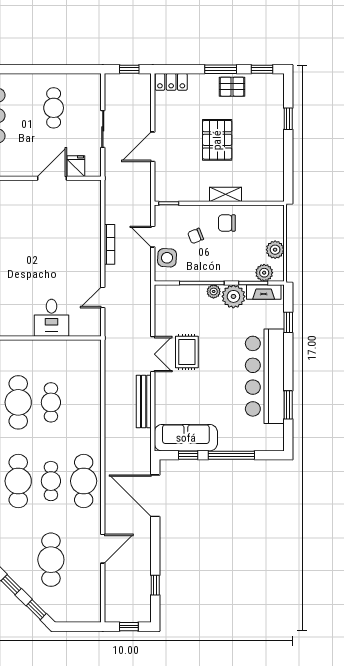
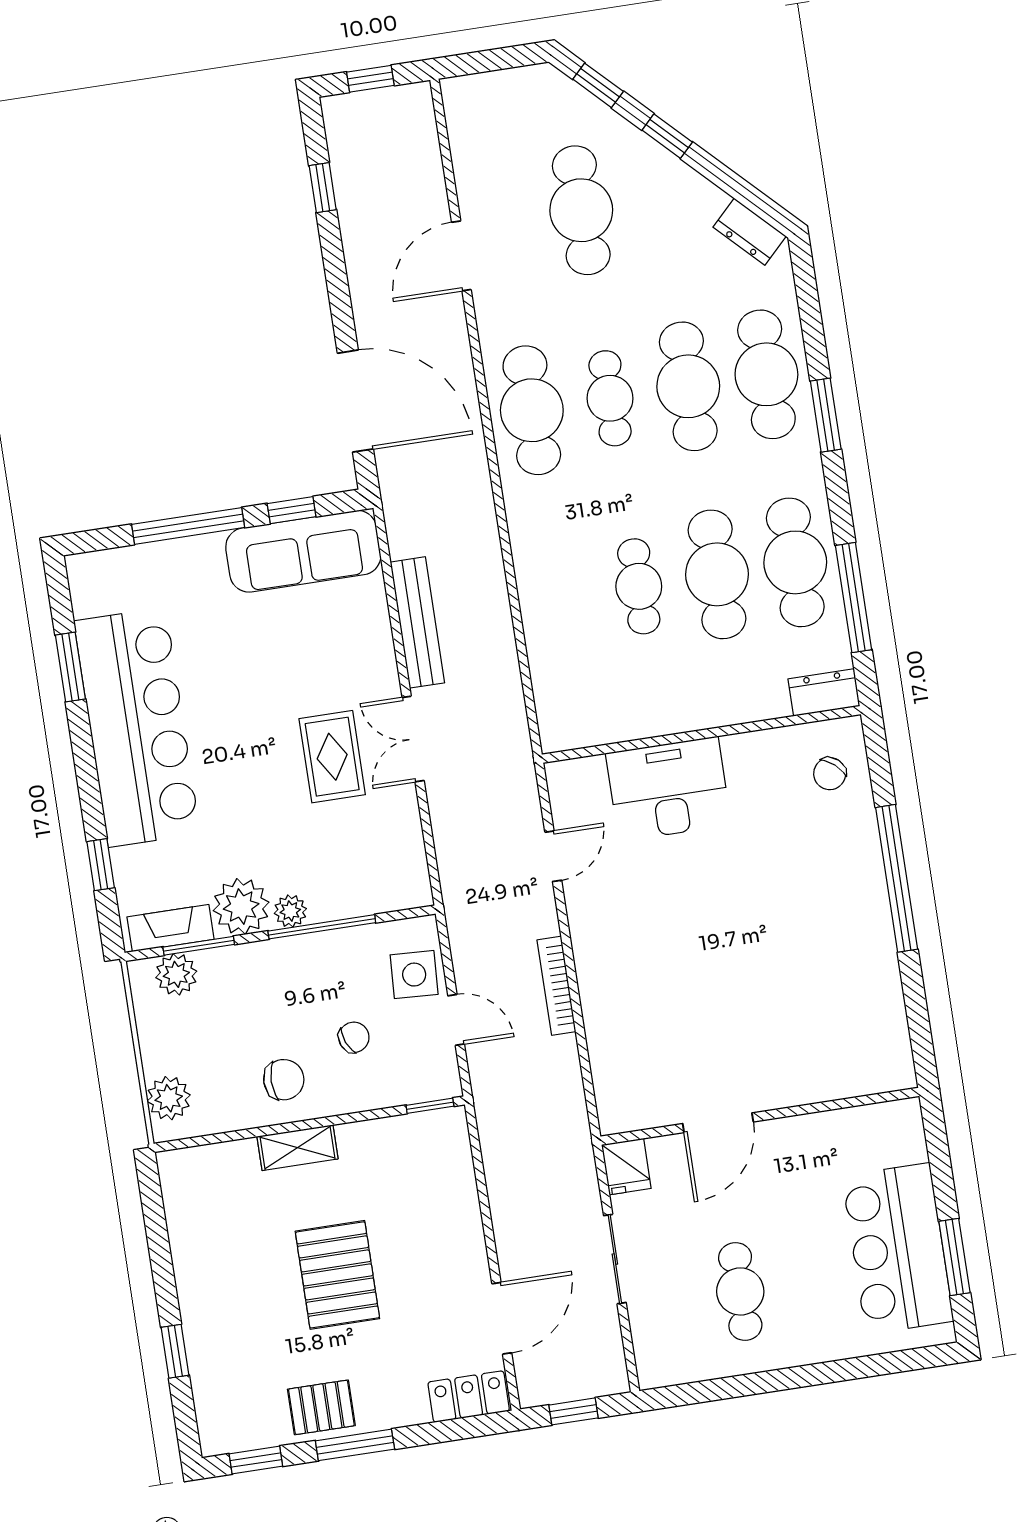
door: (153, 147) -> (502, 1318), moved
fridge: (76, 166) -> (626, 1167), moved
plant: (275, 250) -> (169, 1098), moved
desk: (52, 318) -> (668, 789), width x1.37

